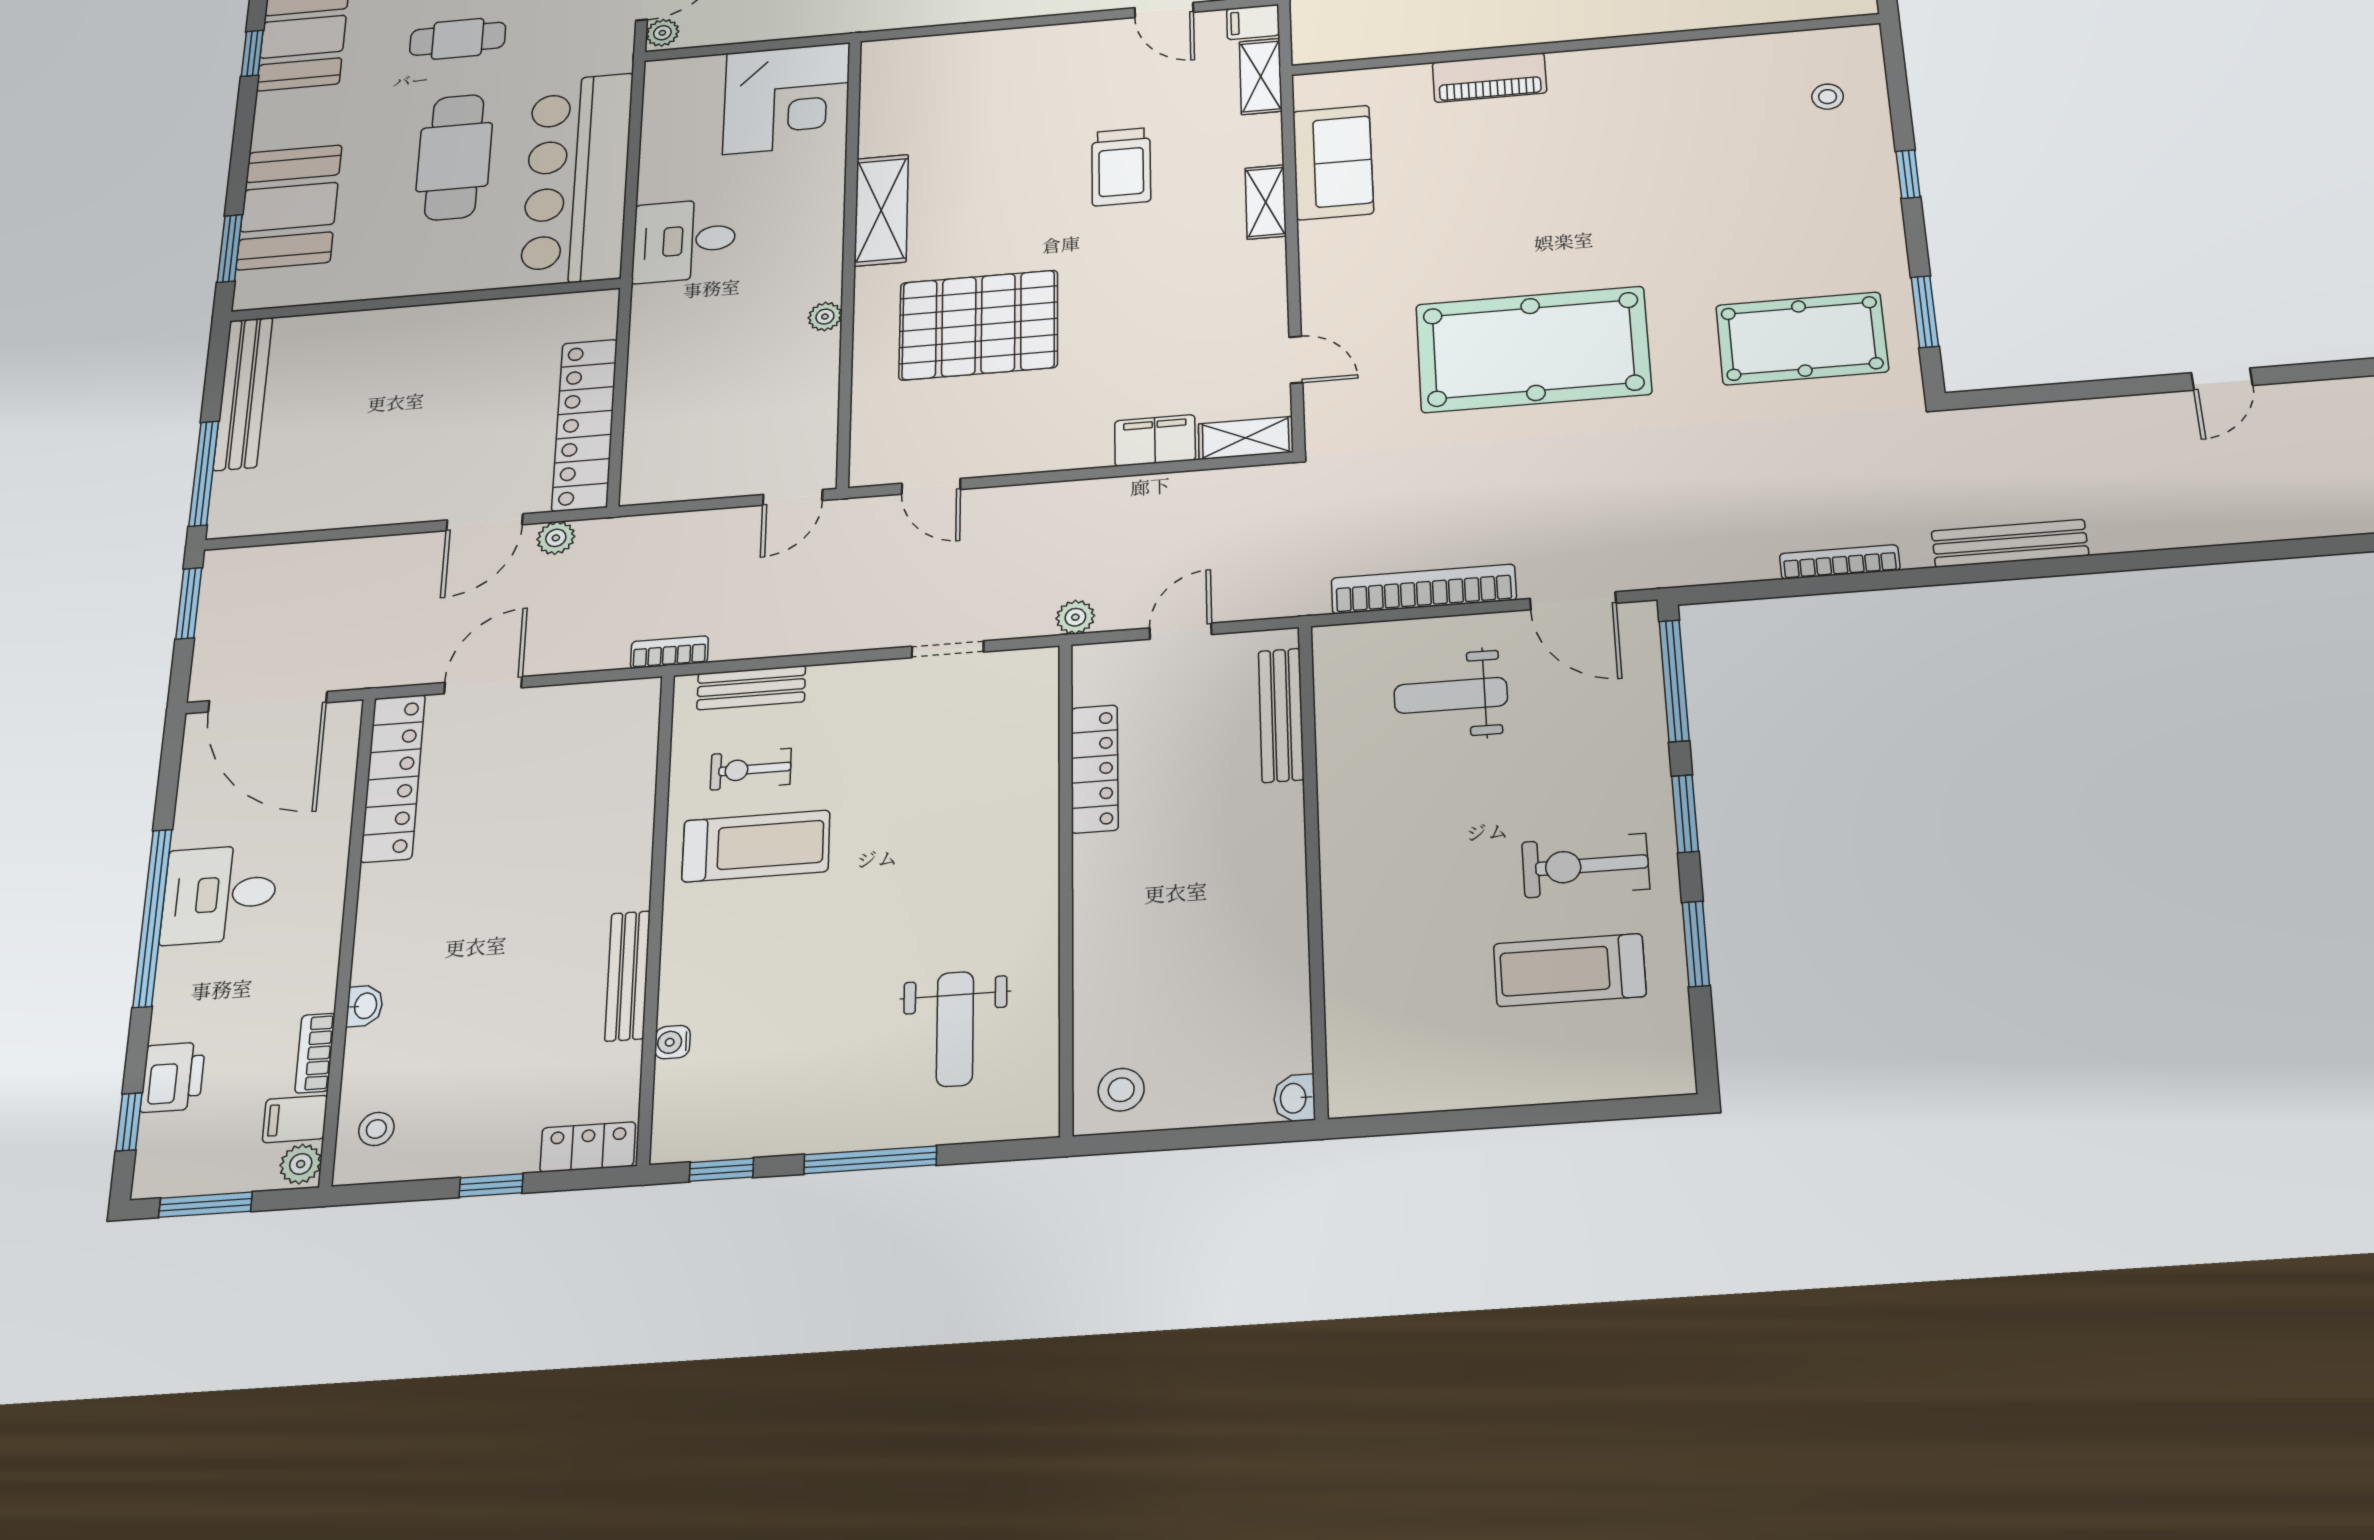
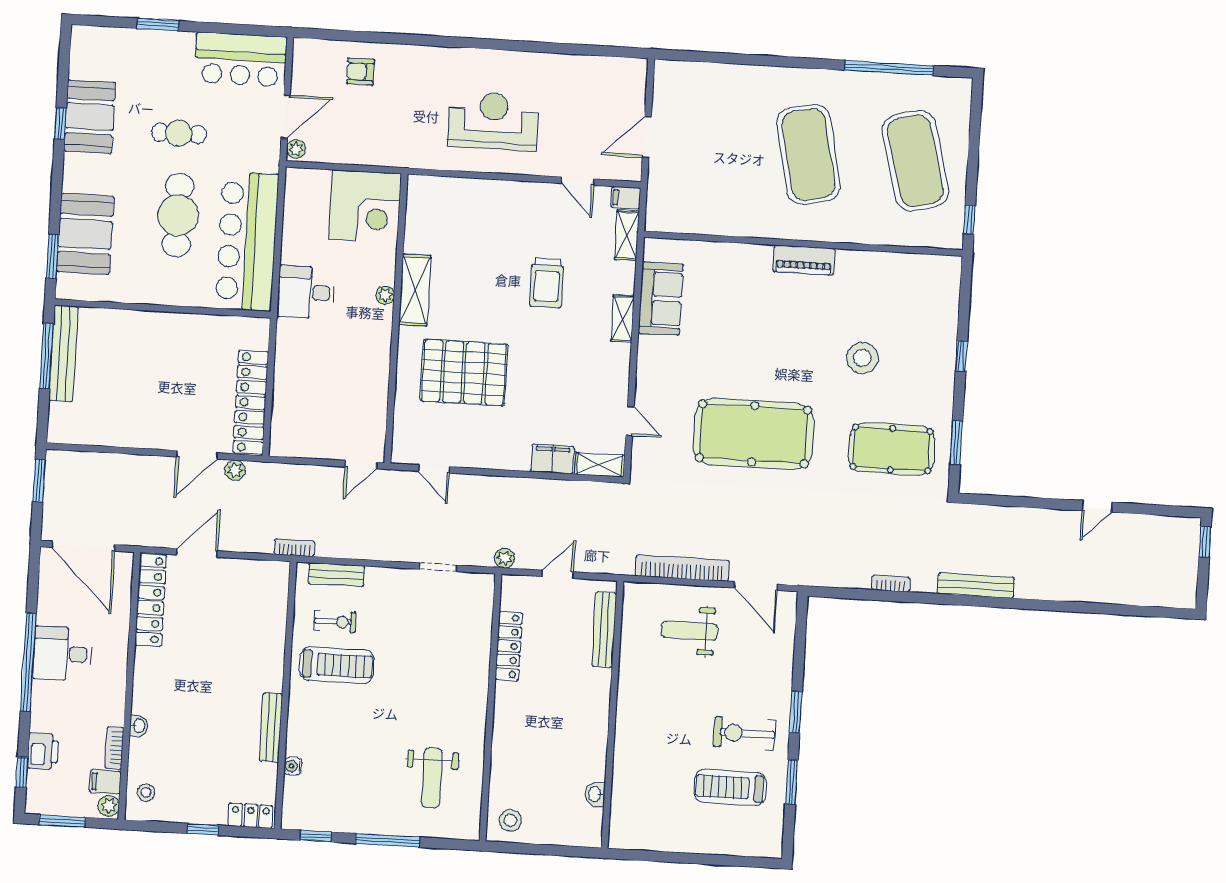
piano: (1489, 78) -> (804, 260), moved
stool: (1828, 97) -> (862, 358), moved, width x1.89, depth x1.89
plant: (825, 317) -> (385, 295), moved
window: (204, 474) -> (47, 356), moved
bookcase: (1840, 562) -> (891, 584), width x0.64
window: (1674, 681) -> (800, 638), removed
exercise bike: (751, 769) -> (335, 622), turned 180
washbasin: (1294, 1098) -> (595, 794), moved

